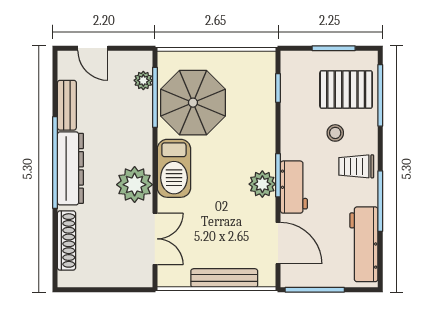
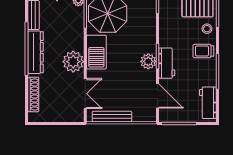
stool: (335, 133) -> (207, 29), moved
workbench: (364, 244) -> (208, 103), width x0.73
bench: (224, 278) -> (112, 117), moved

